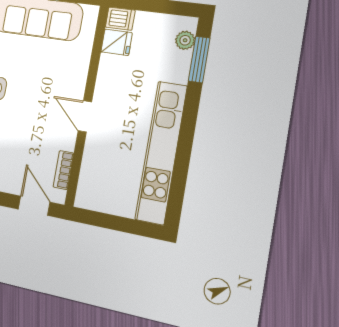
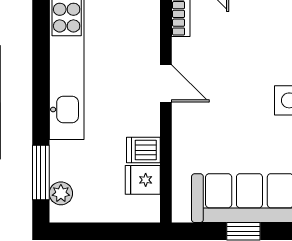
dishwasher: (120, 19) -> (143, 150), moved

